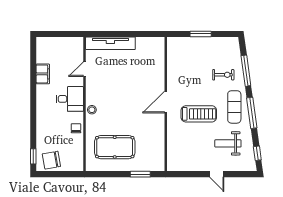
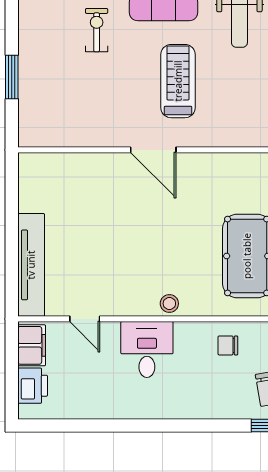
printer: (52, 44) -> (33, 386), added
filing cabinet: (43, 74) -> (32, 345), moved, turned 90
chair: (76, 128) -> (228, 345), moved

